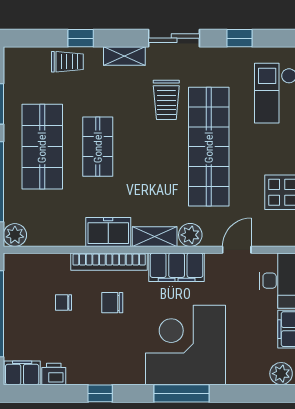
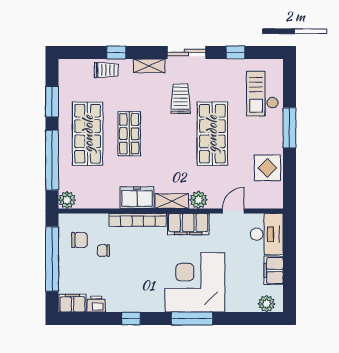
trolley: (166, 100) -> (181, 99), turned 180
shop shelf: (209, 147) -> (212, 134), width x0.71
chair: (112, 303) -> (79, 240), moved, turned 180

